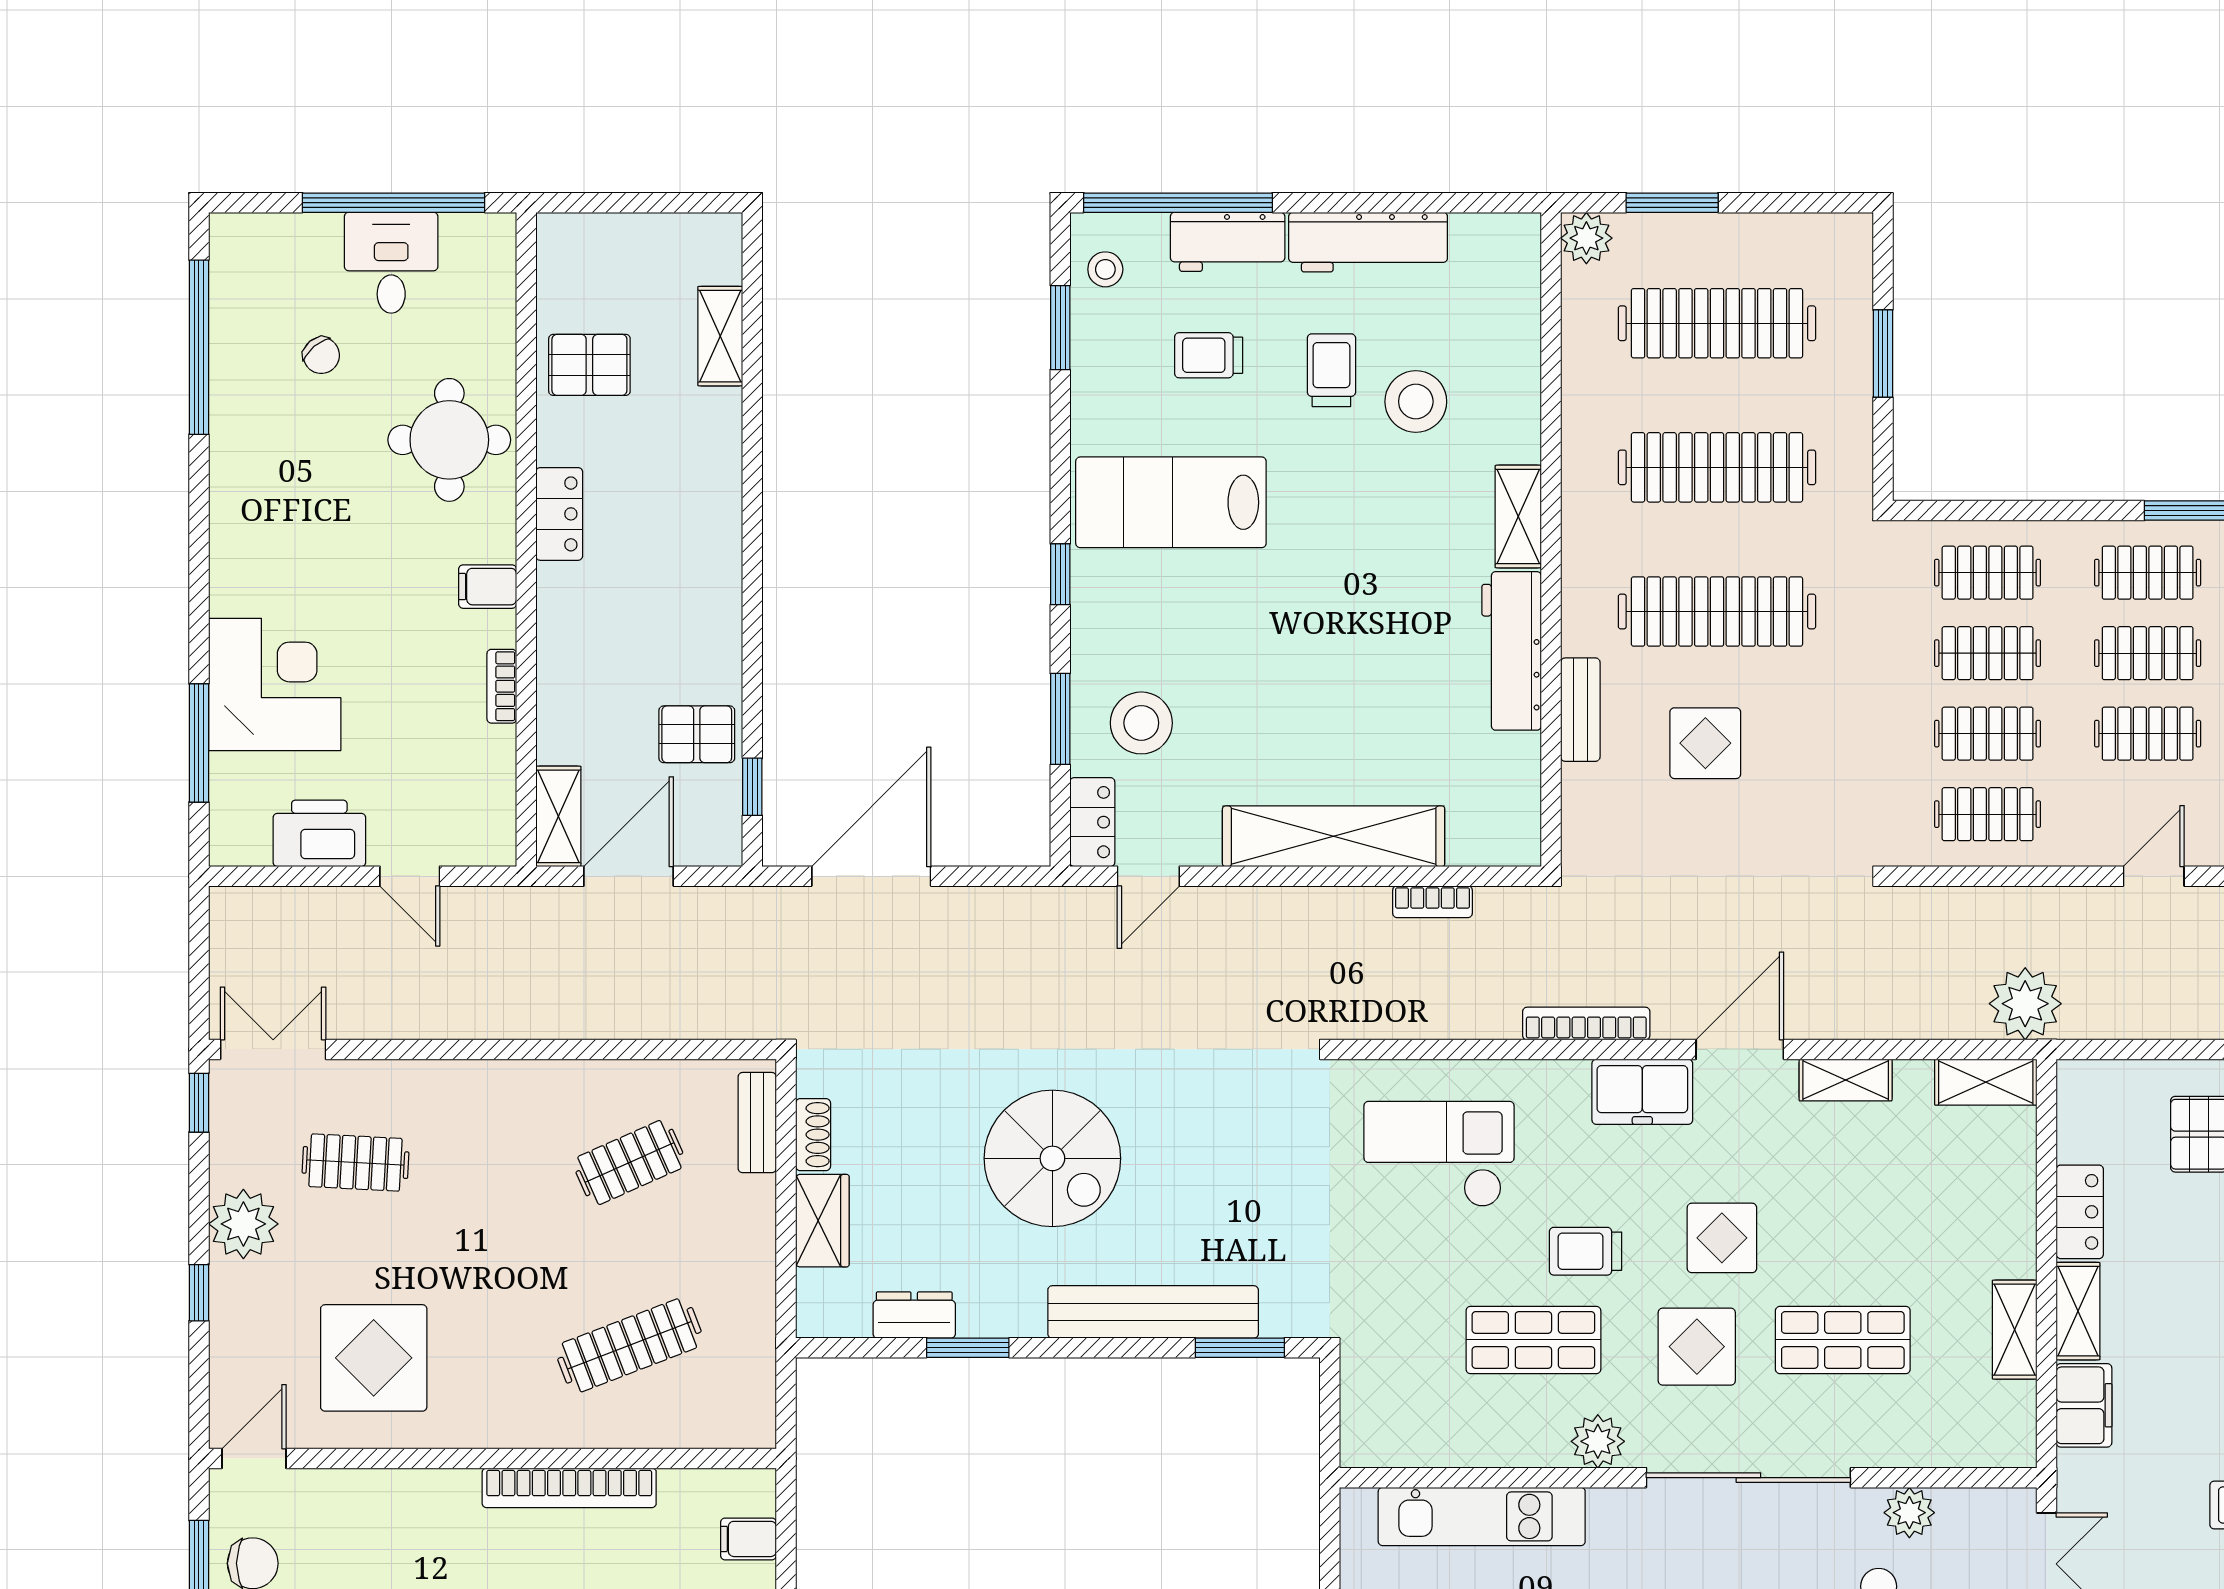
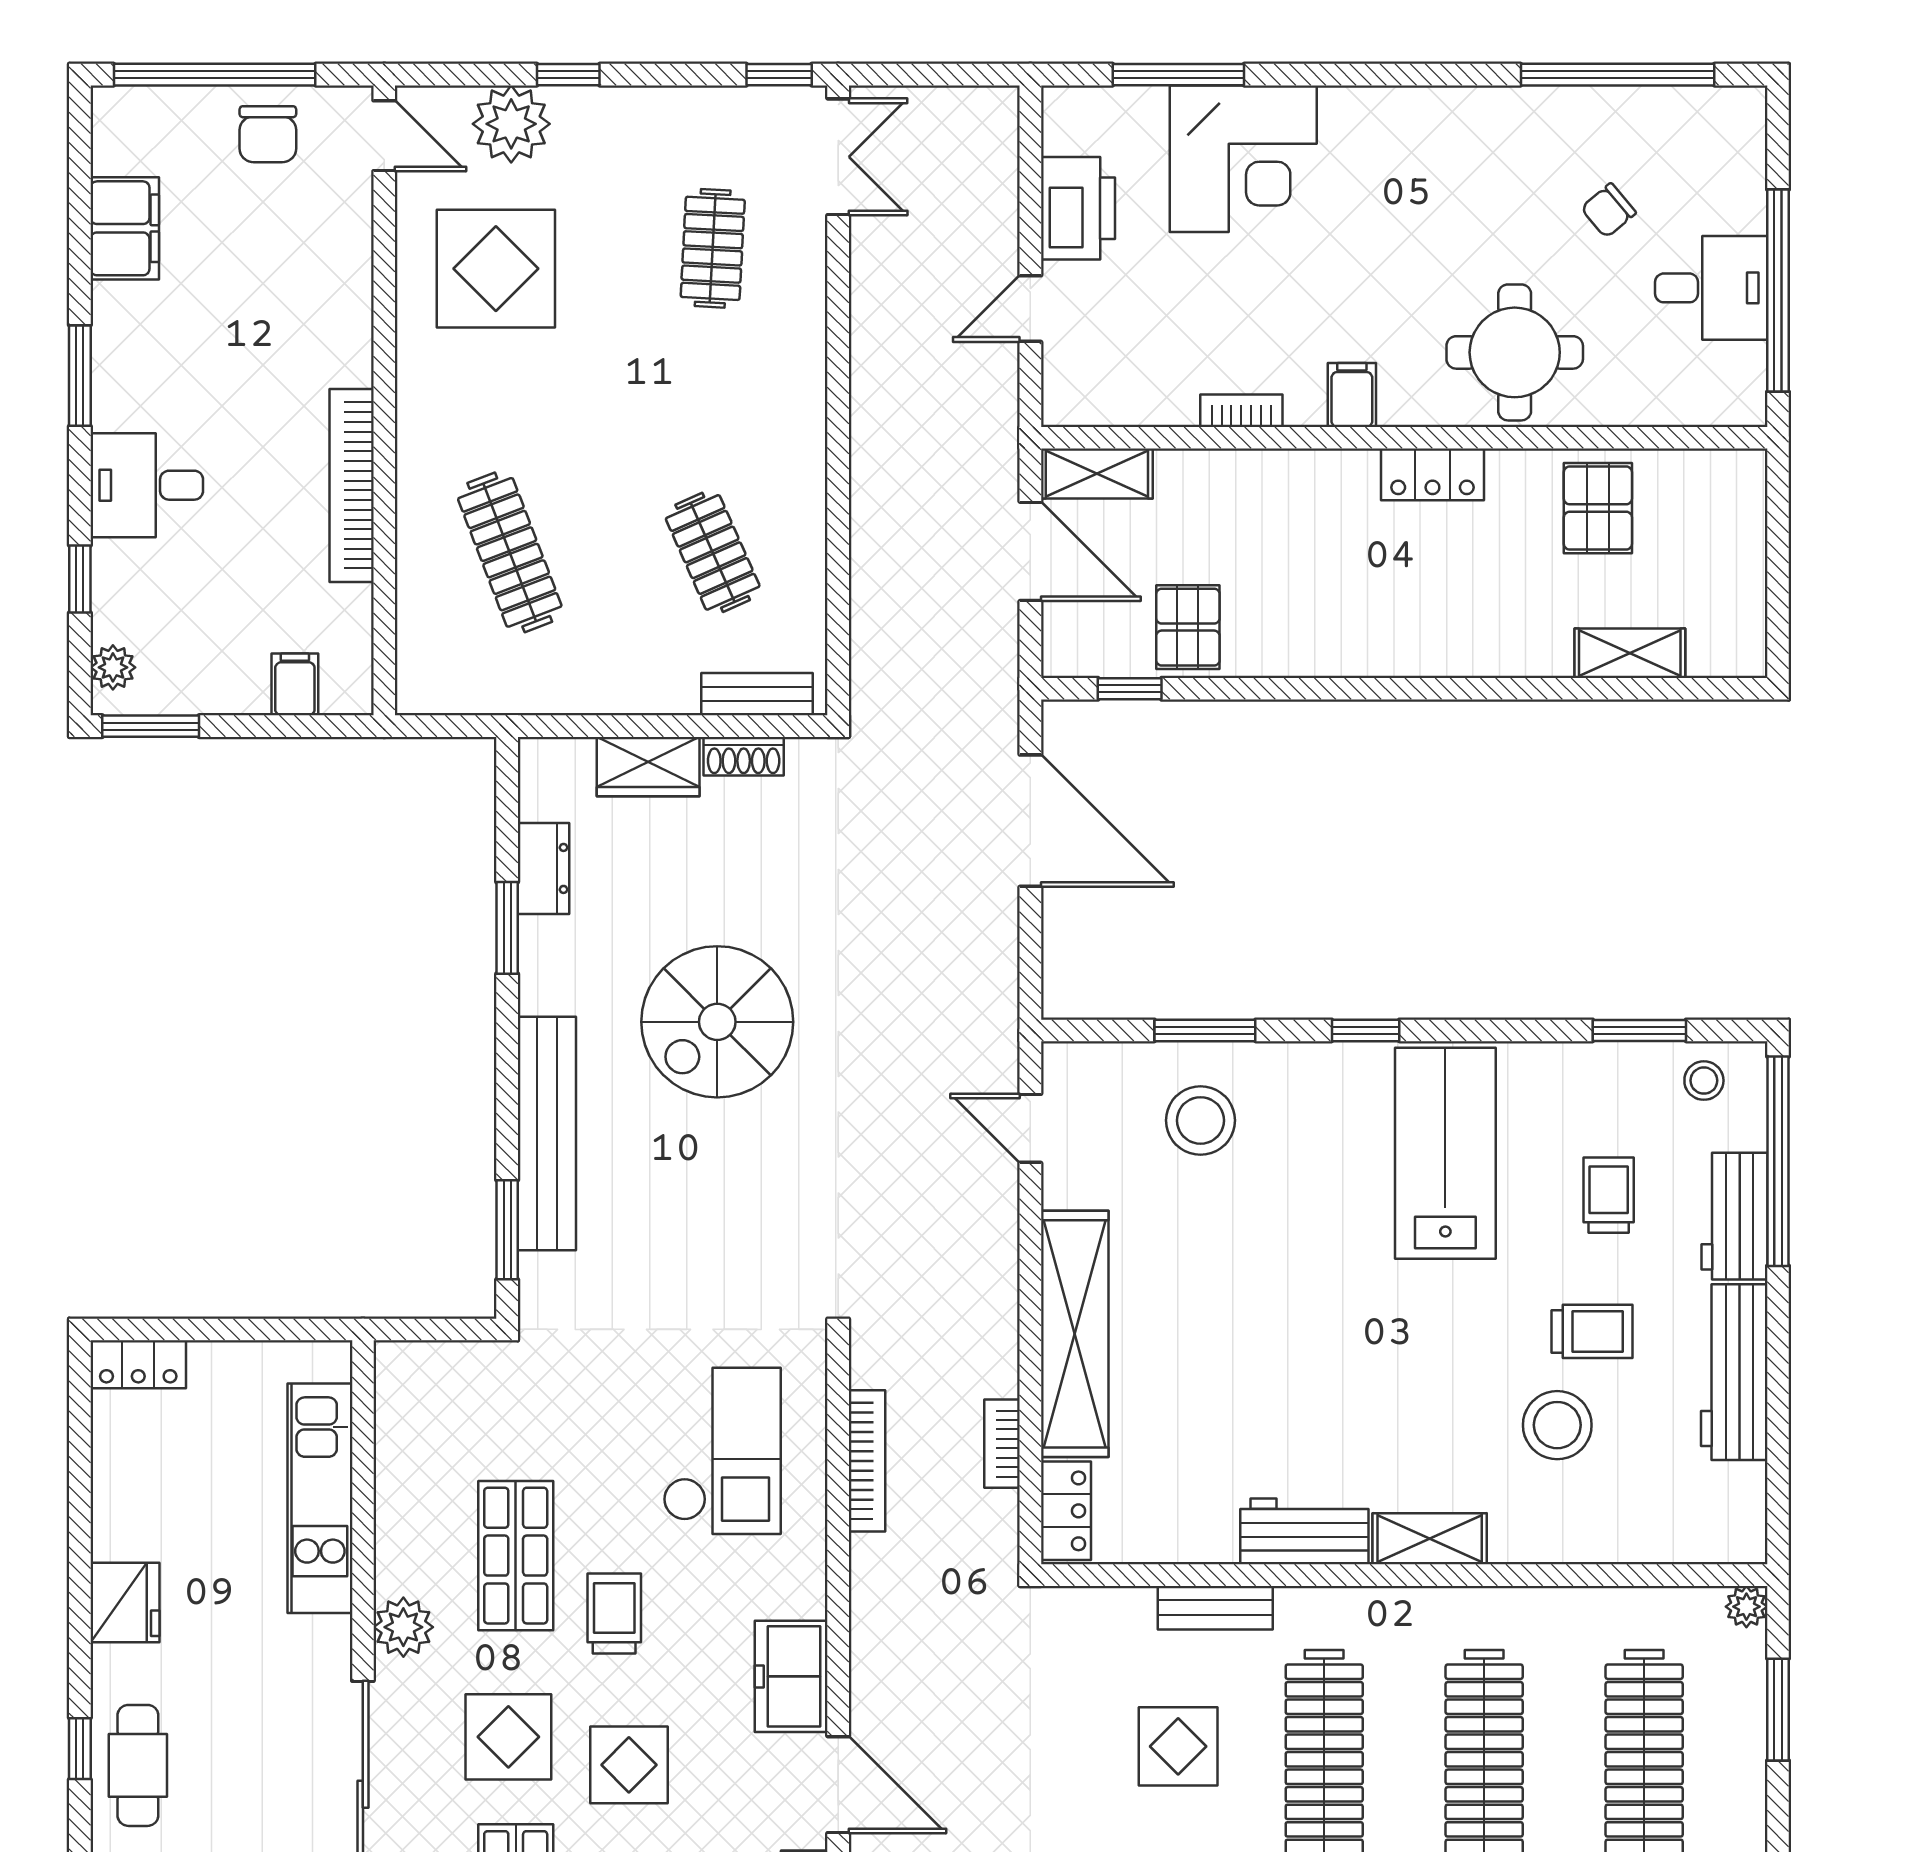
plant: (1586, 238) -> (1746, 1607), width x0.73, depth x0.73
workbench: (1512, 651) -> (1304, 1531), width x0.73
locker: (1092, 822) -> (1066, 1511), moved, turned -90
bookcase: (1586, 1024) -> (867, 1461), moved
plant: (243, 1224) -> (511, 124), moved

